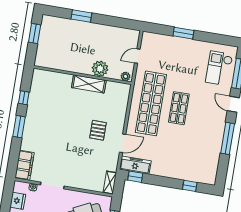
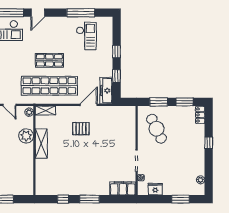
window: (228, 138) -> (81, 13), moved
door: (123, 143) -> (89, 105), hinge flipped
checkout: (199, 153) -> (86, 36), added
window: (135, 177) -> (117, 76), moved
shelving: (110, 183) -> (45, 110), moved
window: (190, 186) -> (117, 52), moved

